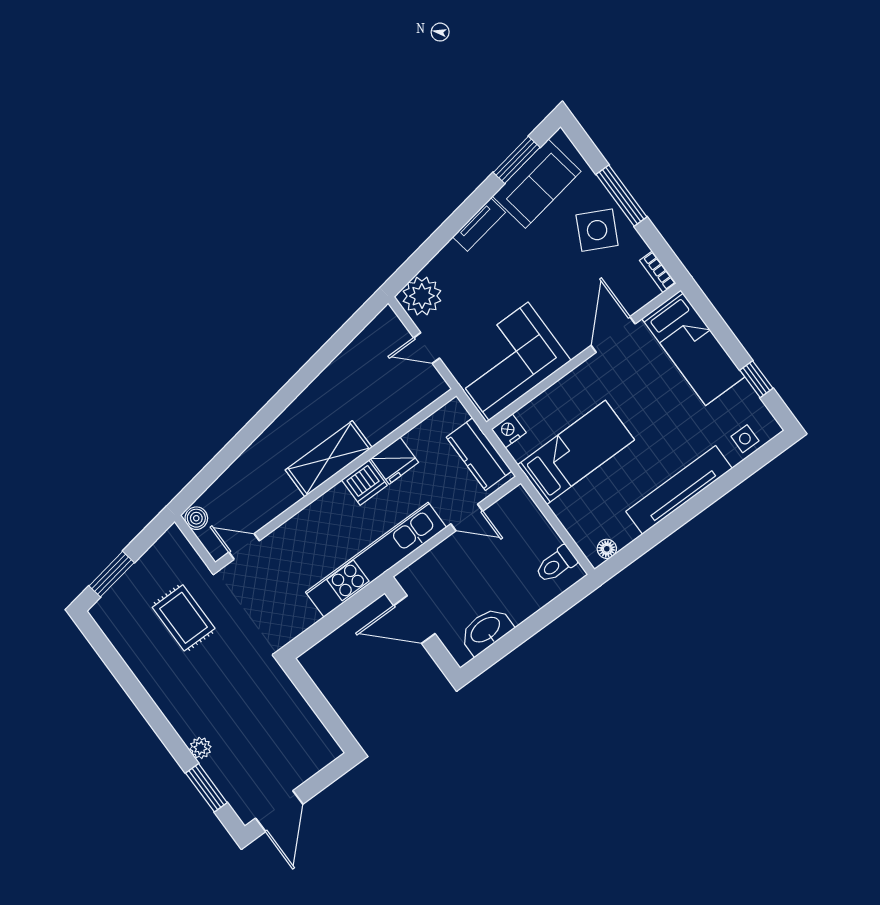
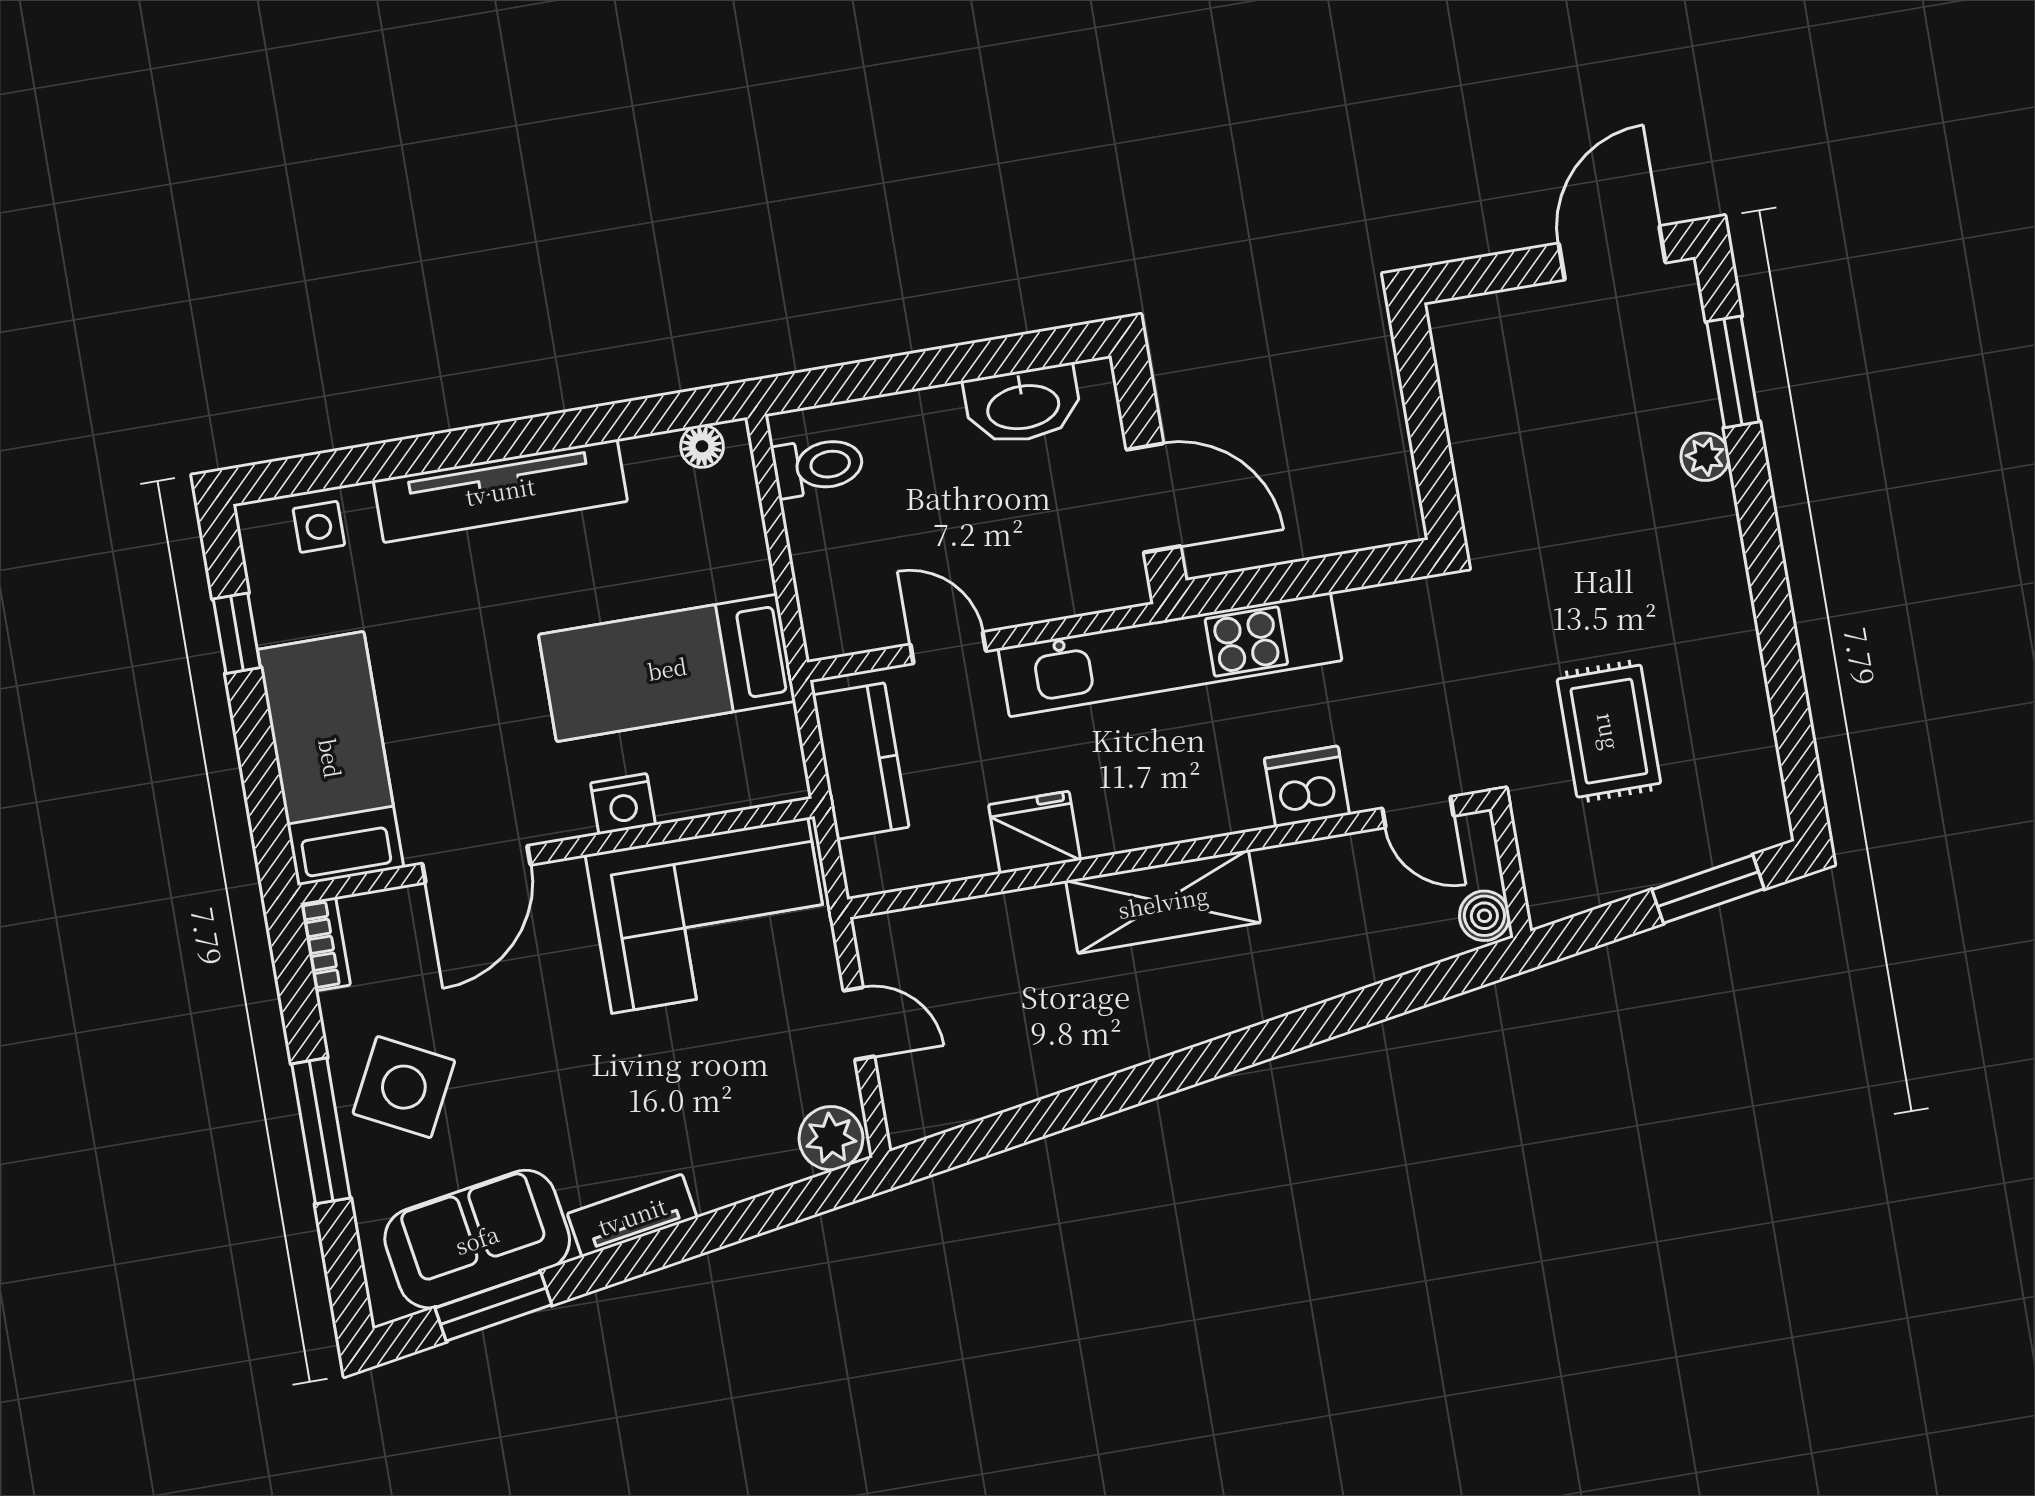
plant: (422, 296) -> (831, 1138), width x0.73, depth x0.73
nightstand: (509, 431) -> (623, 804), moved
dishwasher: (364, 483) -> (1307, 786), moved

